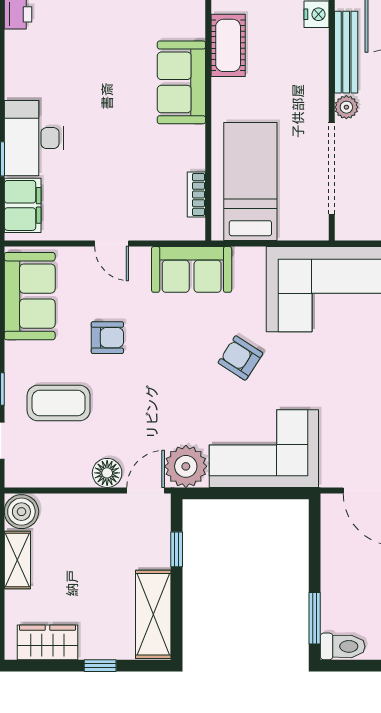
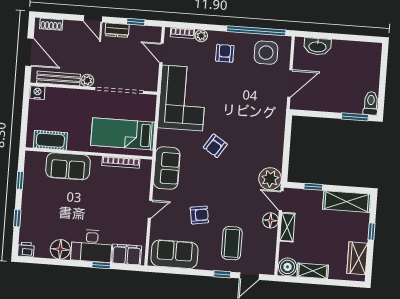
floor lamp: (23, 79) -> (60, 249), added
bookcase: (196, 194) -> (121, 162), width x1.56
armchair: (107, 338) -> (199, 215), turned 81
corner sofa: (264, 449) -> (264, 137), removed
shelving: (97, 506) -> (287, 227), added

